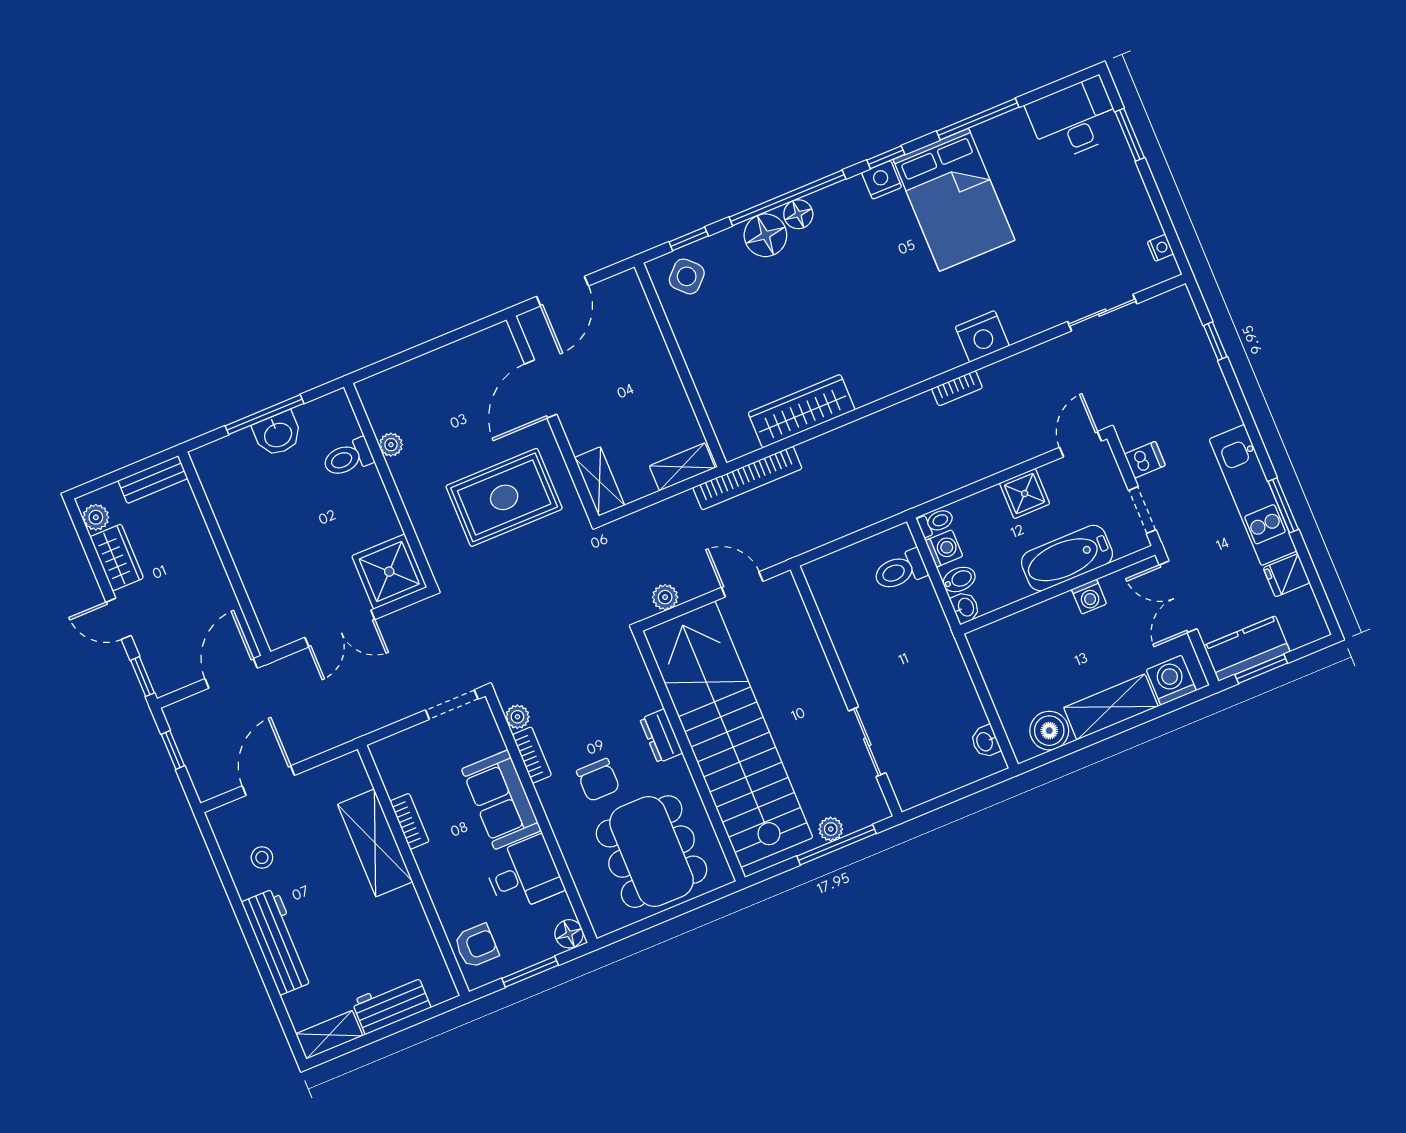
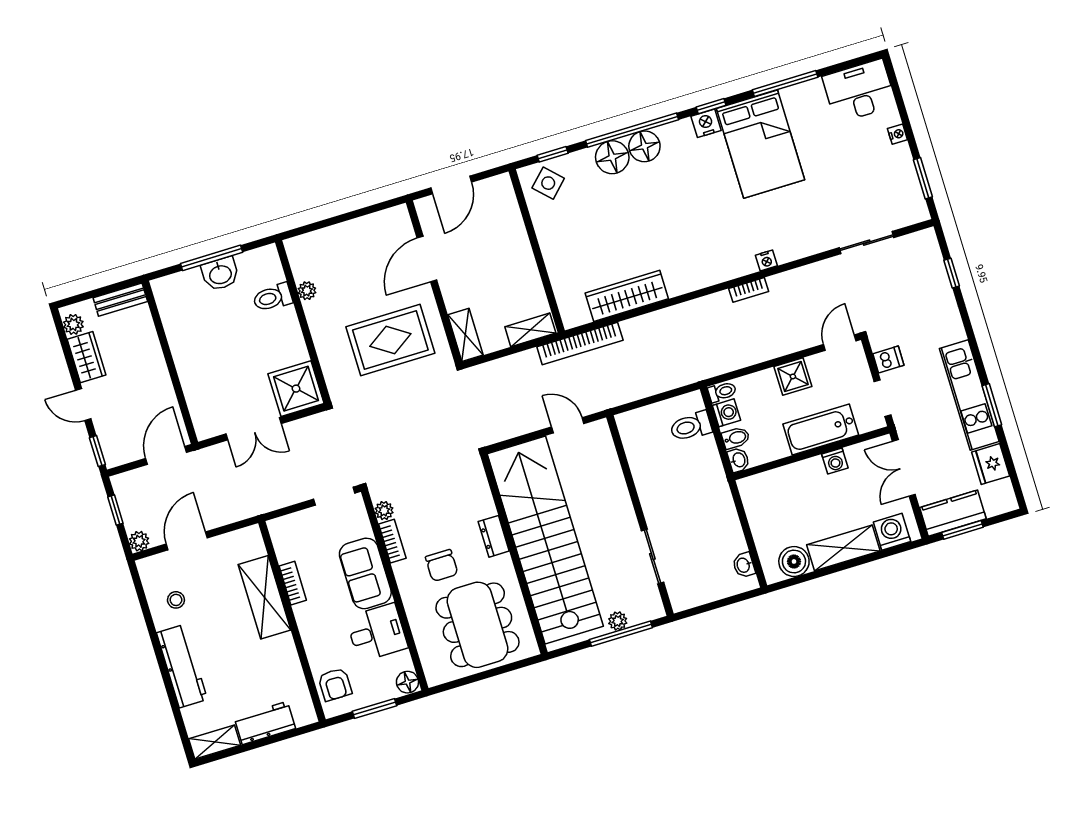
window: (1130, 135) -> (923, 178), moved
floor lamp: (798, 214) -> (644, 146), width x1.38, depth x1.38
nightstand: (1160, 248) -> (897, 134), moved
nightstand: (982, 336) -> (766, 260), width x0.53, depth x0.56
fridge: (1287, 575) -> (991, 464), width x1.38
plant: (665, 597) -> (139, 541), moved
armchair: (476, 946) -> (335, 684), turned 90

